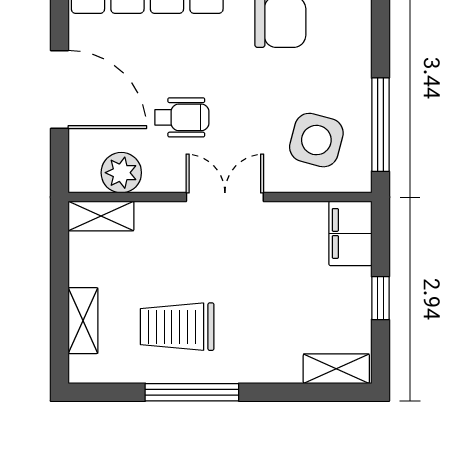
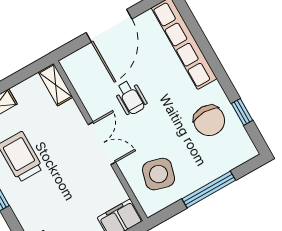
window: (380, 125) -> (209, 189), moved
plant: (121, 173) -> (84, 82), removed

